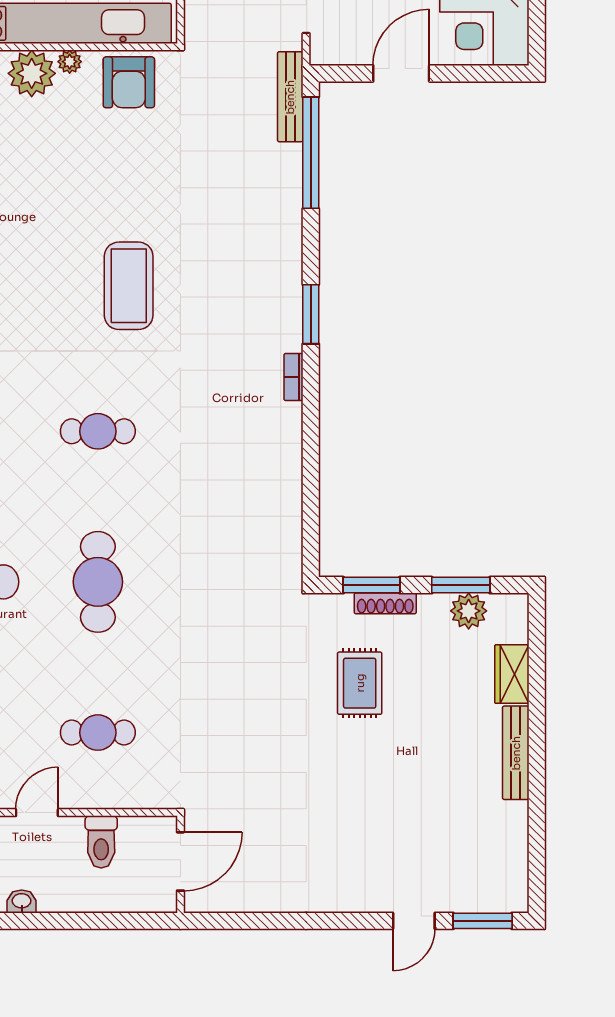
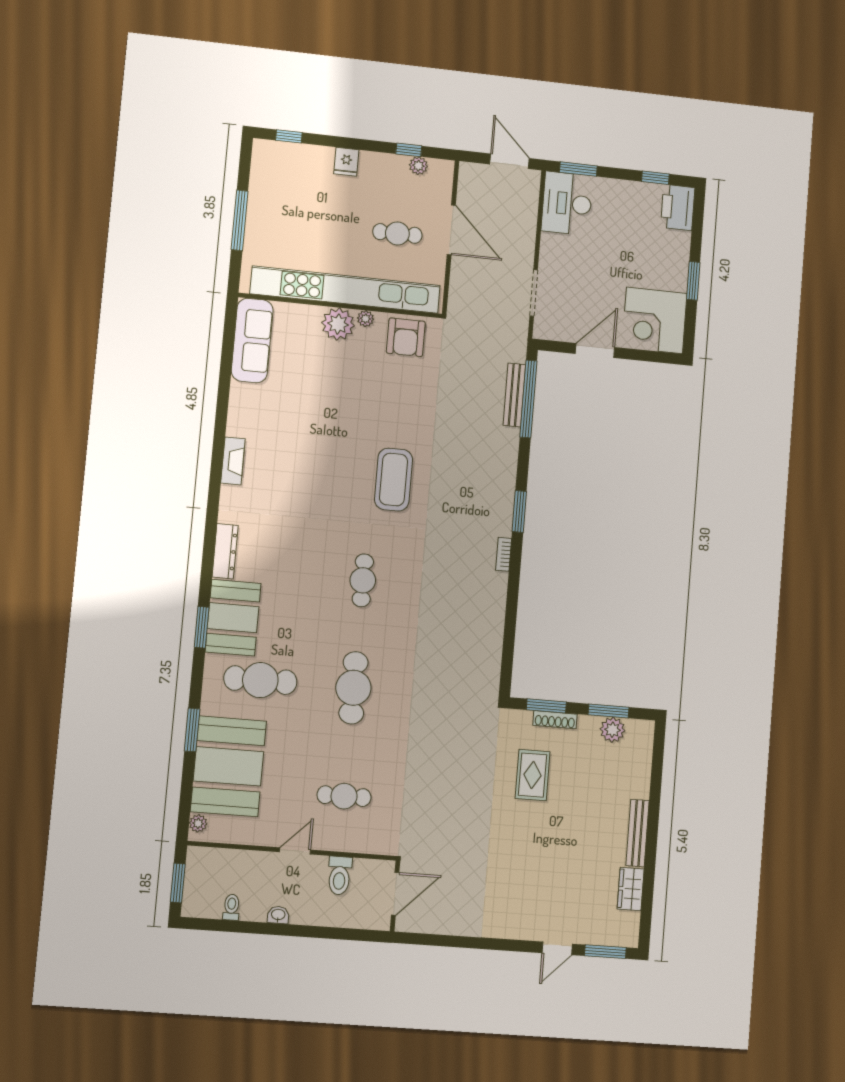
bench: (290, 97) -> (514, 395), moved
cafe table: (98, 431) -> (363, 580), turned 90
wardrobe: (512, 674) -> (631, 889), moved

